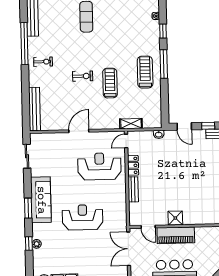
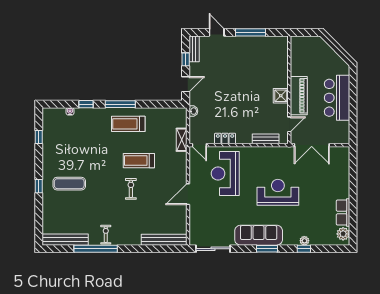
exercise bike: (43, 62) -> (106, 235), moved
door: (79, 131) -> (188, 194), hinge flipped
sliding door: (27, 156) -> (213, 249), width x1.37
bench: (133, 189) -> (266, 139), moved
reception desk: (83, 217) -> (278, 192), turned 90

